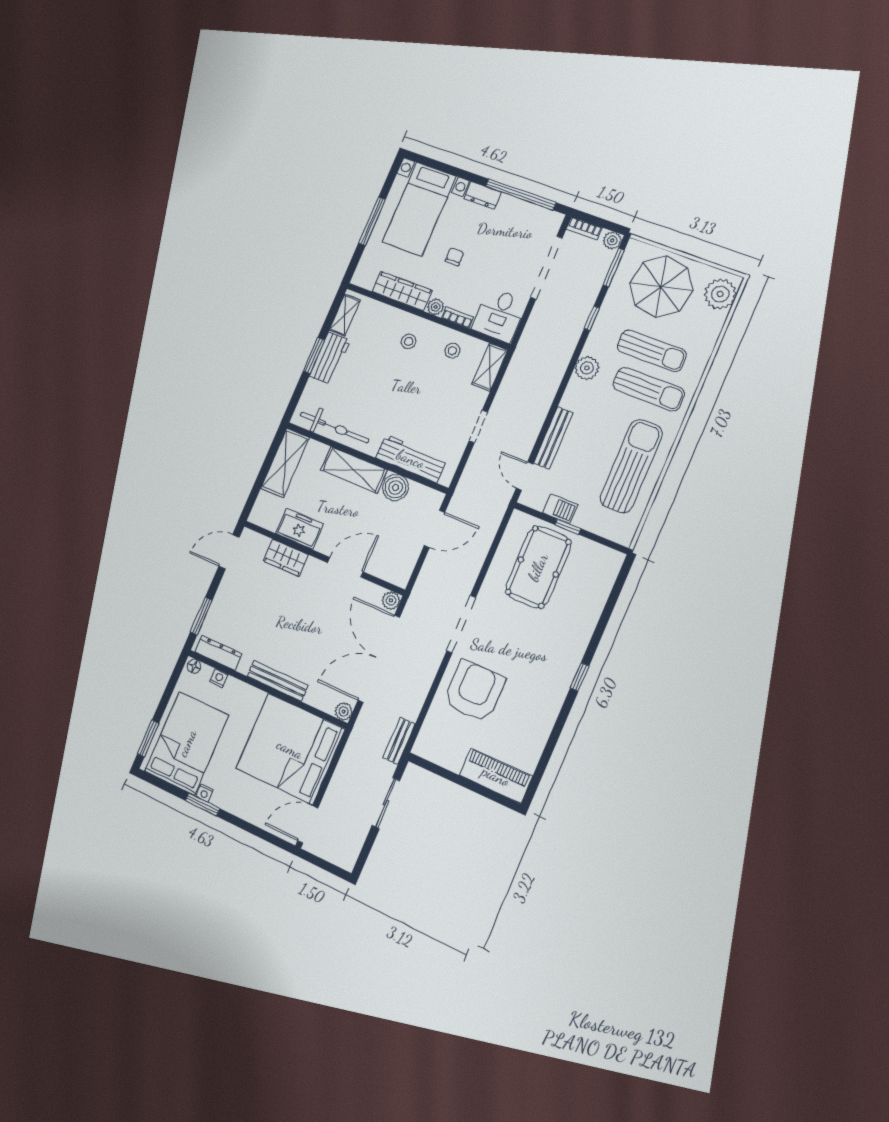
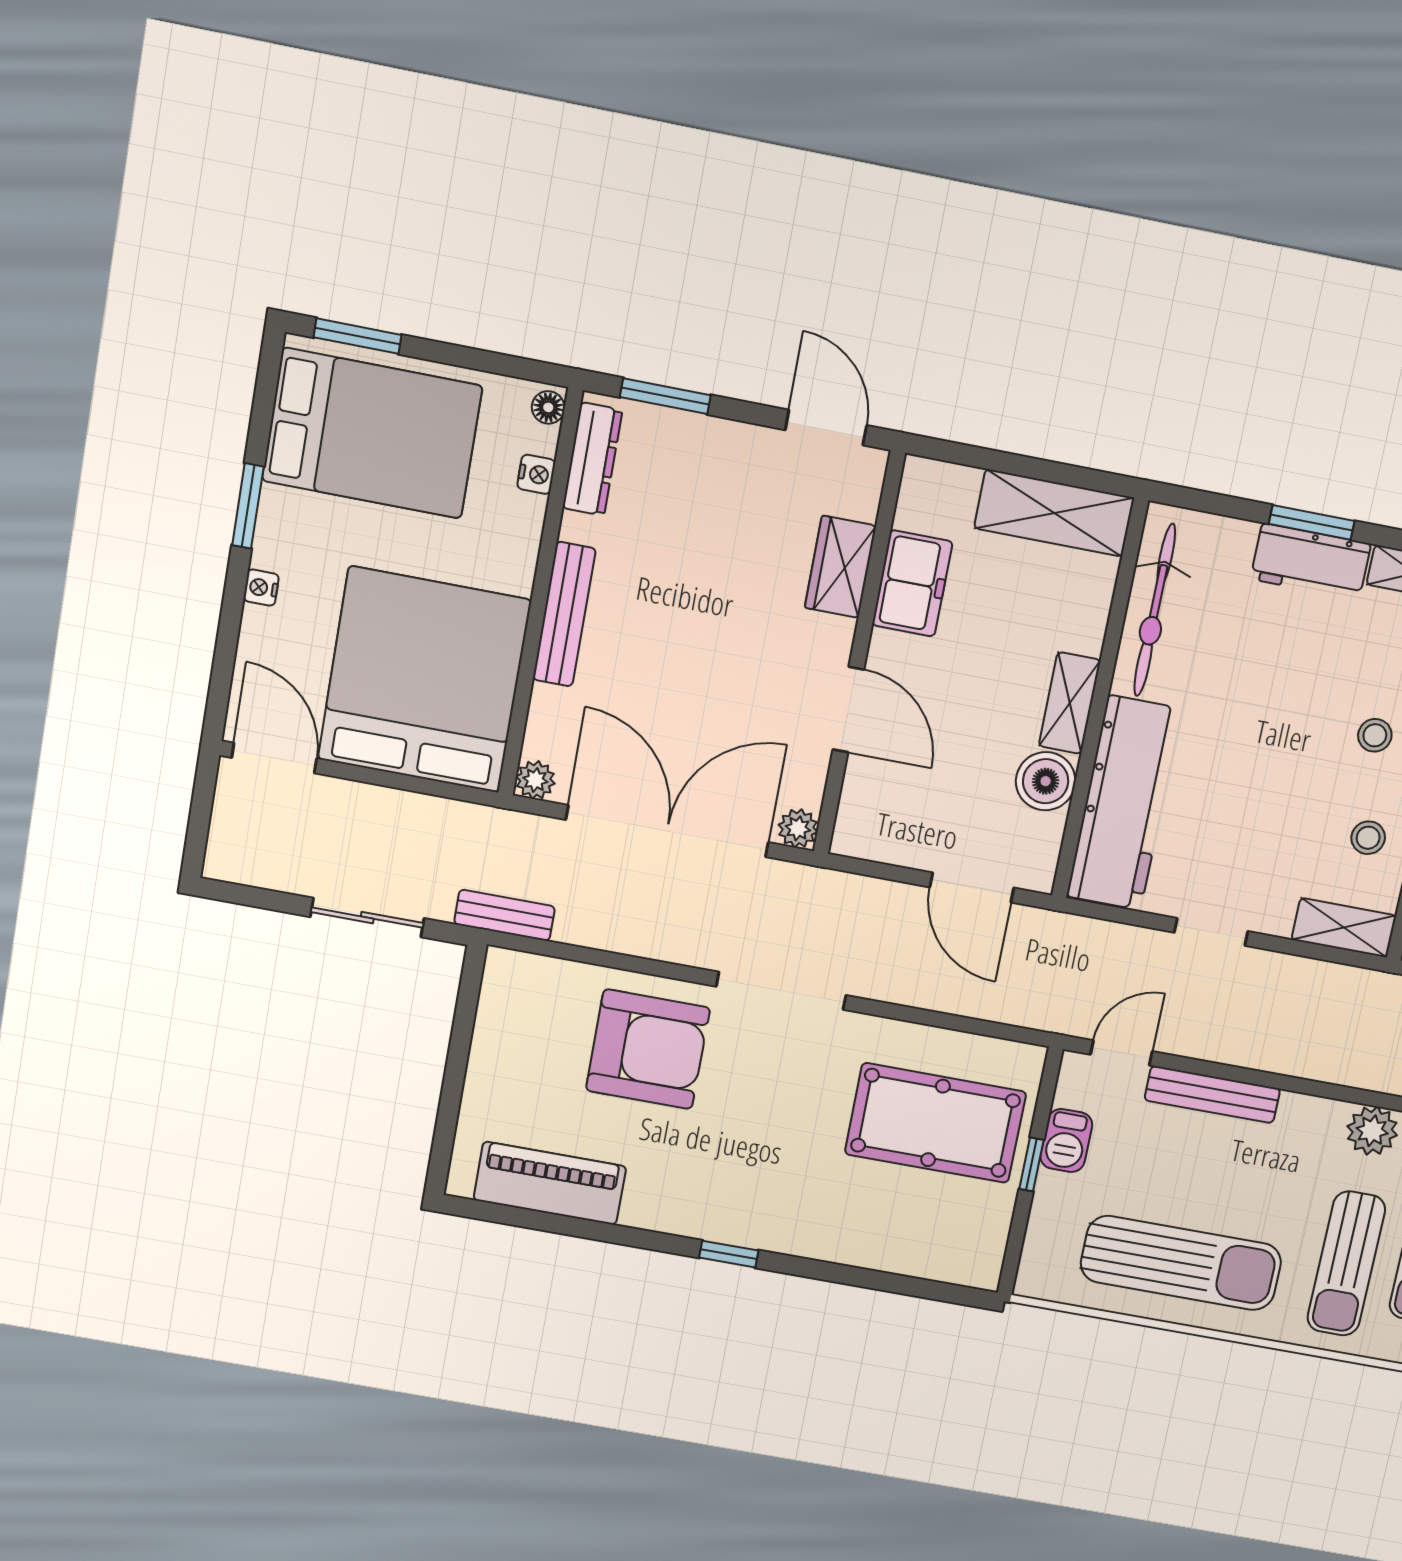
workbench: (411, 459) -> (1124, 803), width x1.36, depth x1.32
shelving: (354, 470) -> (1070, 703), width x0.67, depth x0.75
piano: (496, 776) -> (550, 1183), moved, turned -90
nightstand: (205, 793) -> (261, 588), moved

